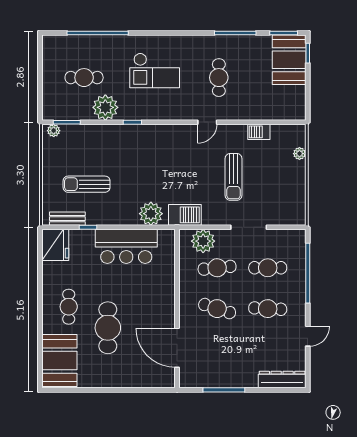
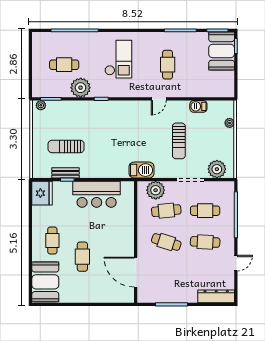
checkout: (155, 70) -> (118, 59), turned -90
plant: (151, 214) -> (217, 169), moved
bench: (67, 219) -> (65, 173), moved
cafe table: (108, 328) -> (82, 257), width x0.73, depth x0.74

